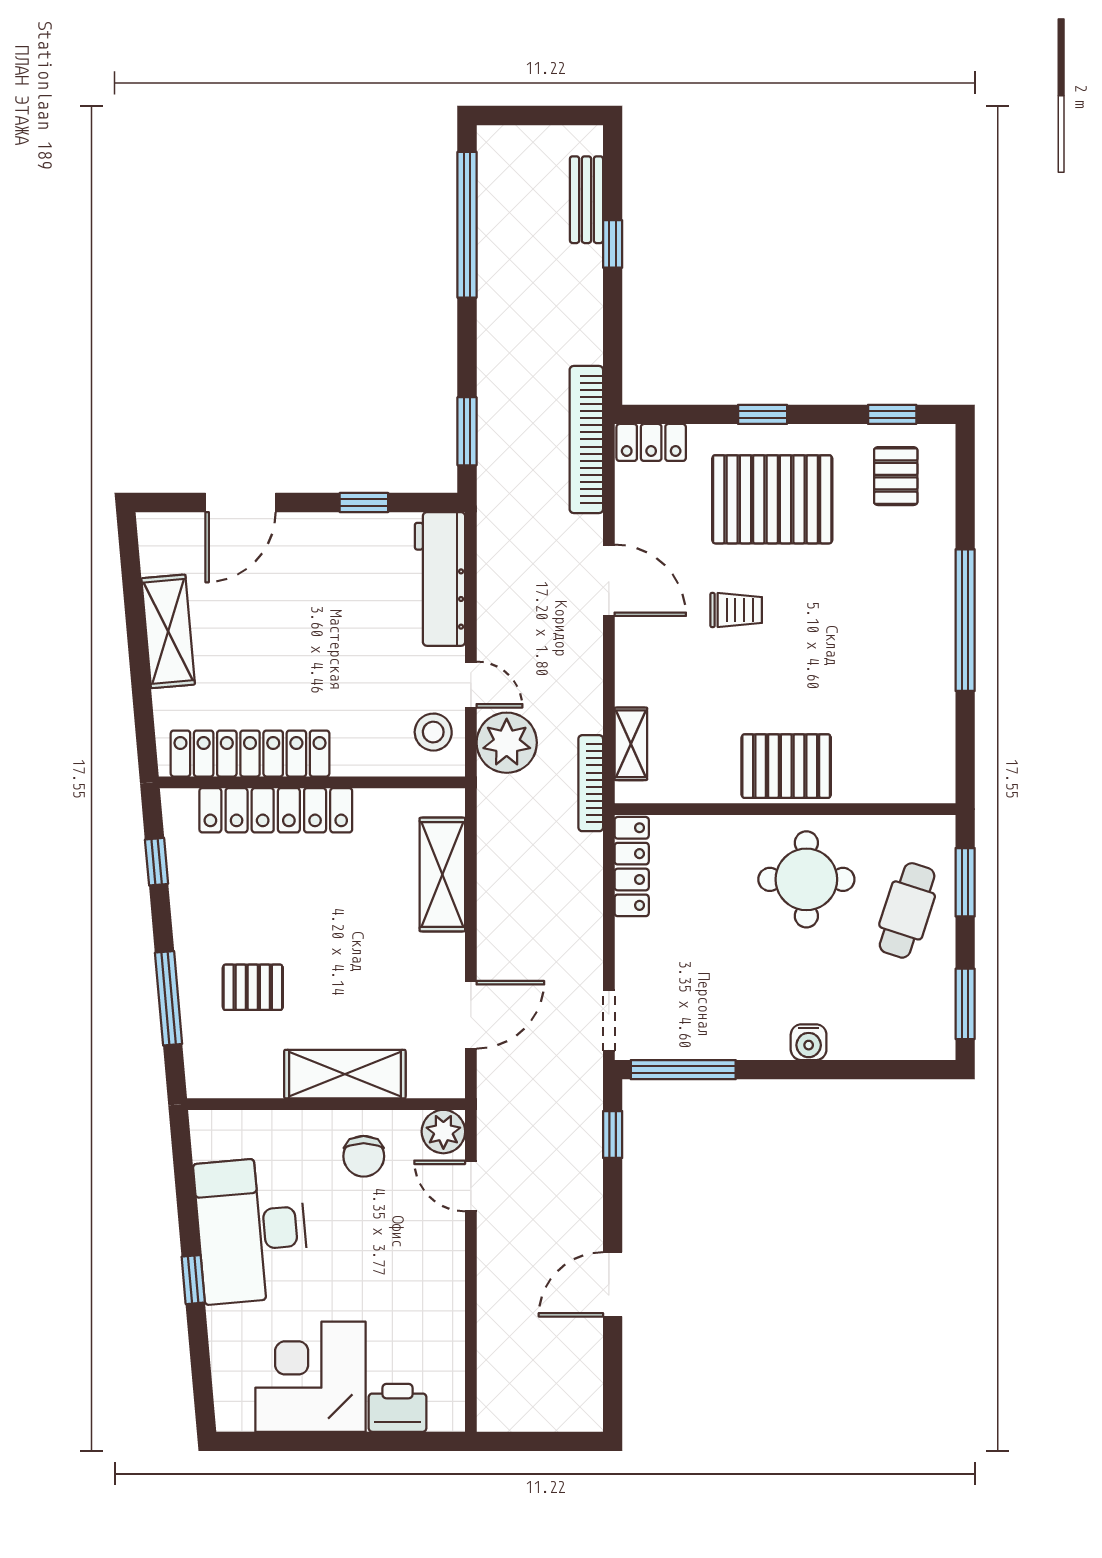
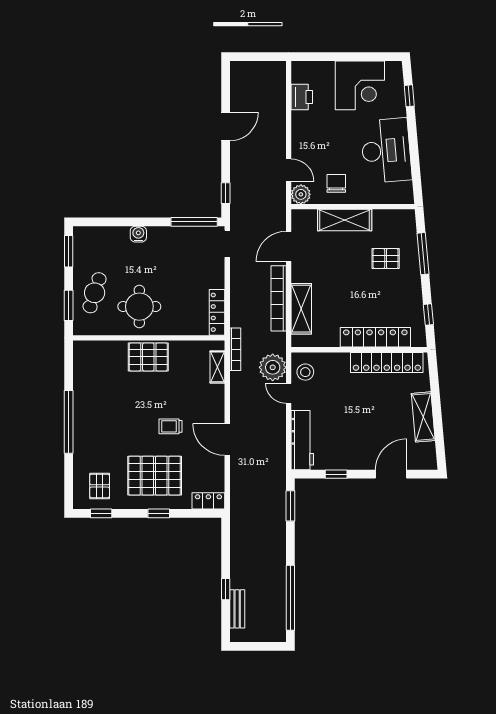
bookcase: (586, 439) -> (279, 298), moved, turned 180
window: (193, 1280) -> (409, 96), moved
printer: (398, 1408) -> (302, 97), moved, turned -90

